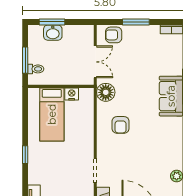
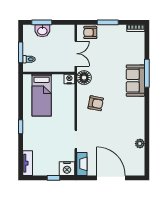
nightstand: (72, 94) -> (69, 79), moved
armchair: (121, 125) -> (96, 103), turned -79

